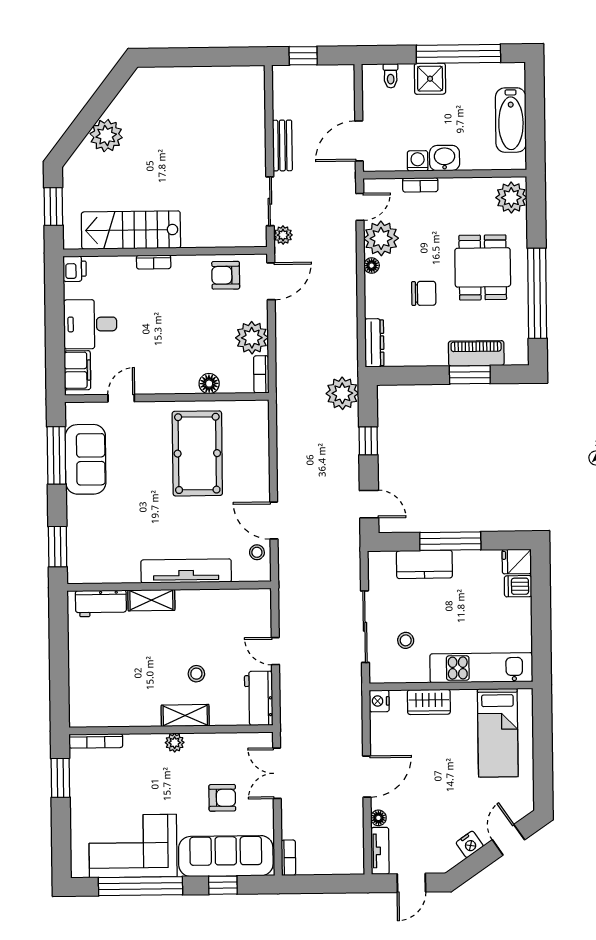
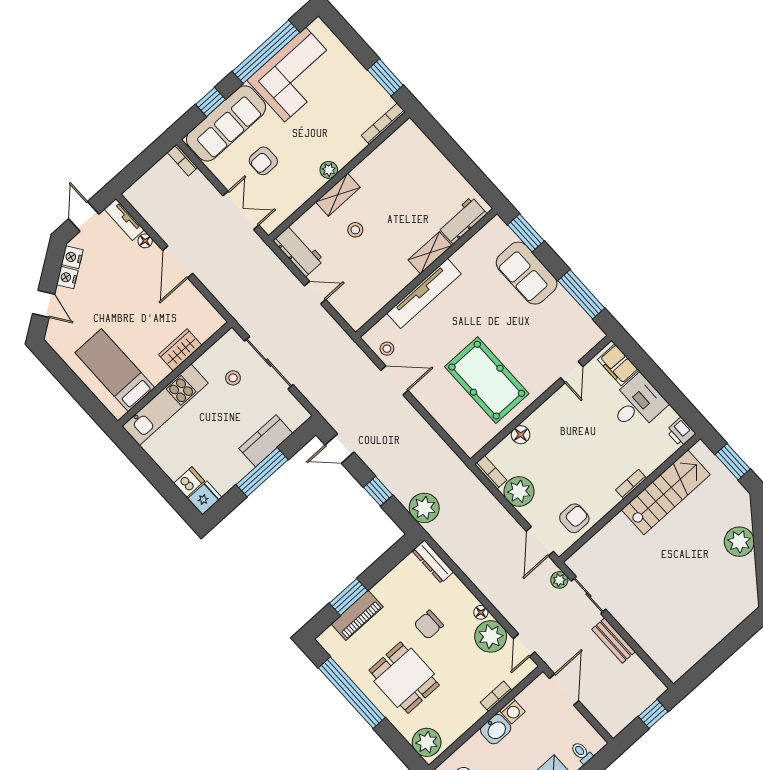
sofa: (86, 459) -> (527, 273), moved
nightstand: (379, 701) -> (72, 257), moved, turned -125

